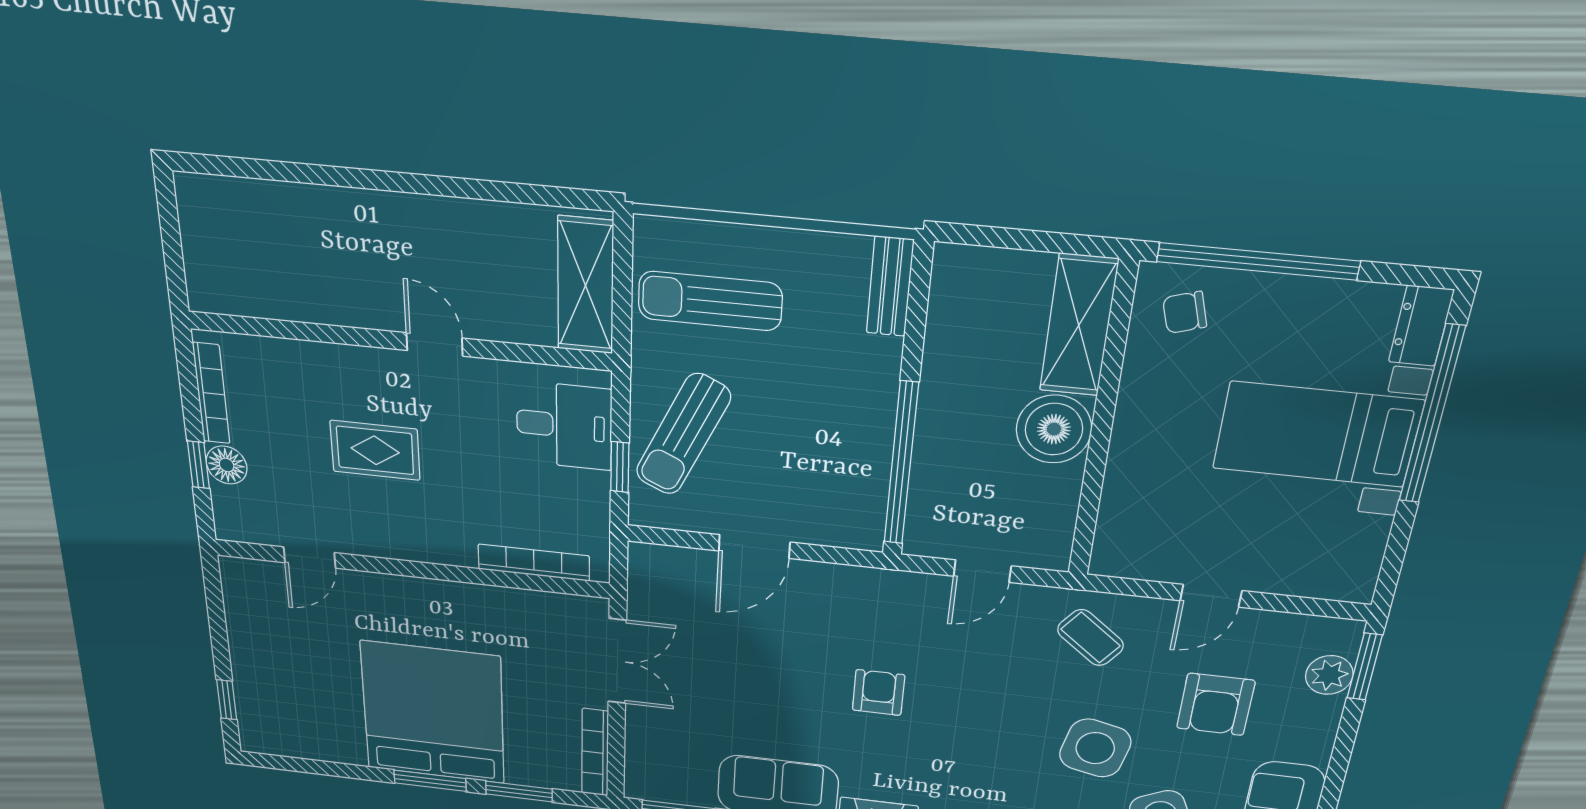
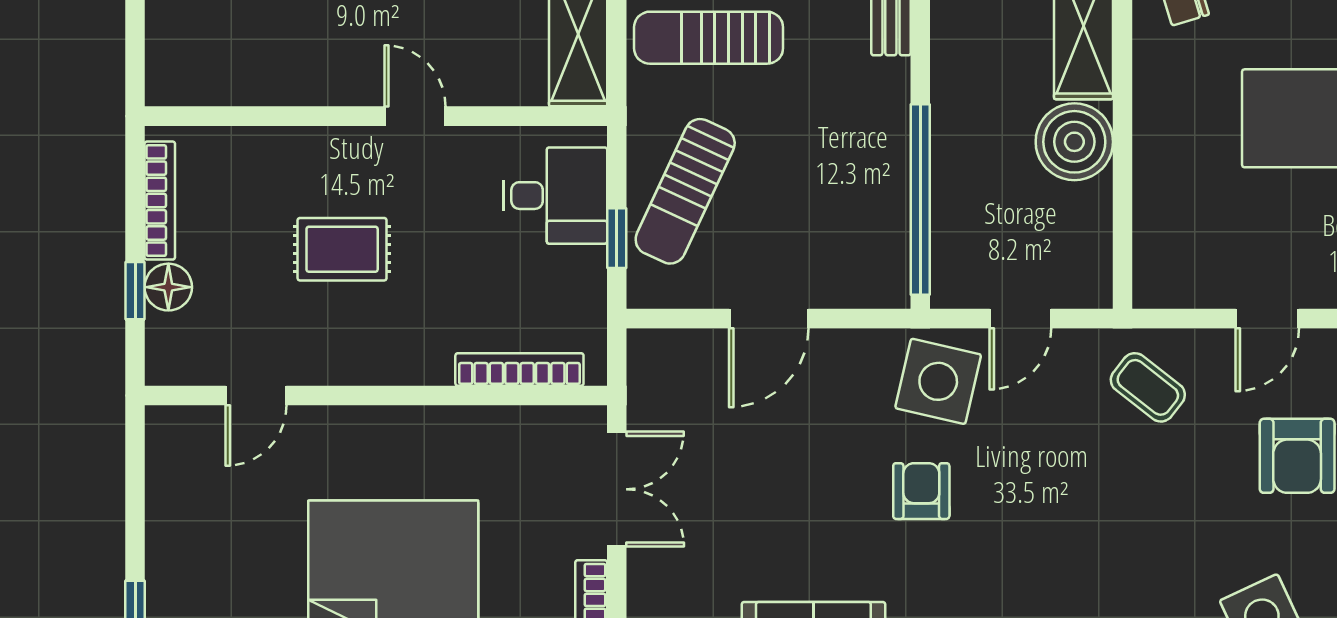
side table: (1095, 748) -> (938, 381), moved

